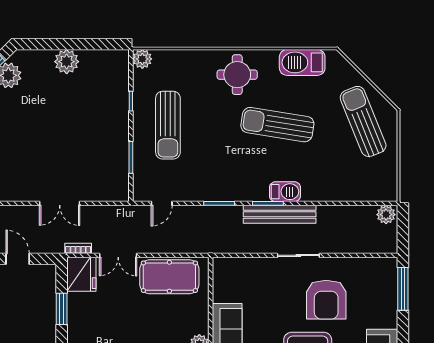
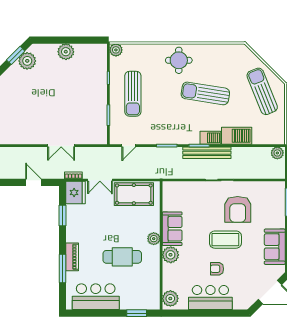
barbecue: (302, 62) -> (237, 136), moved, turned 180

